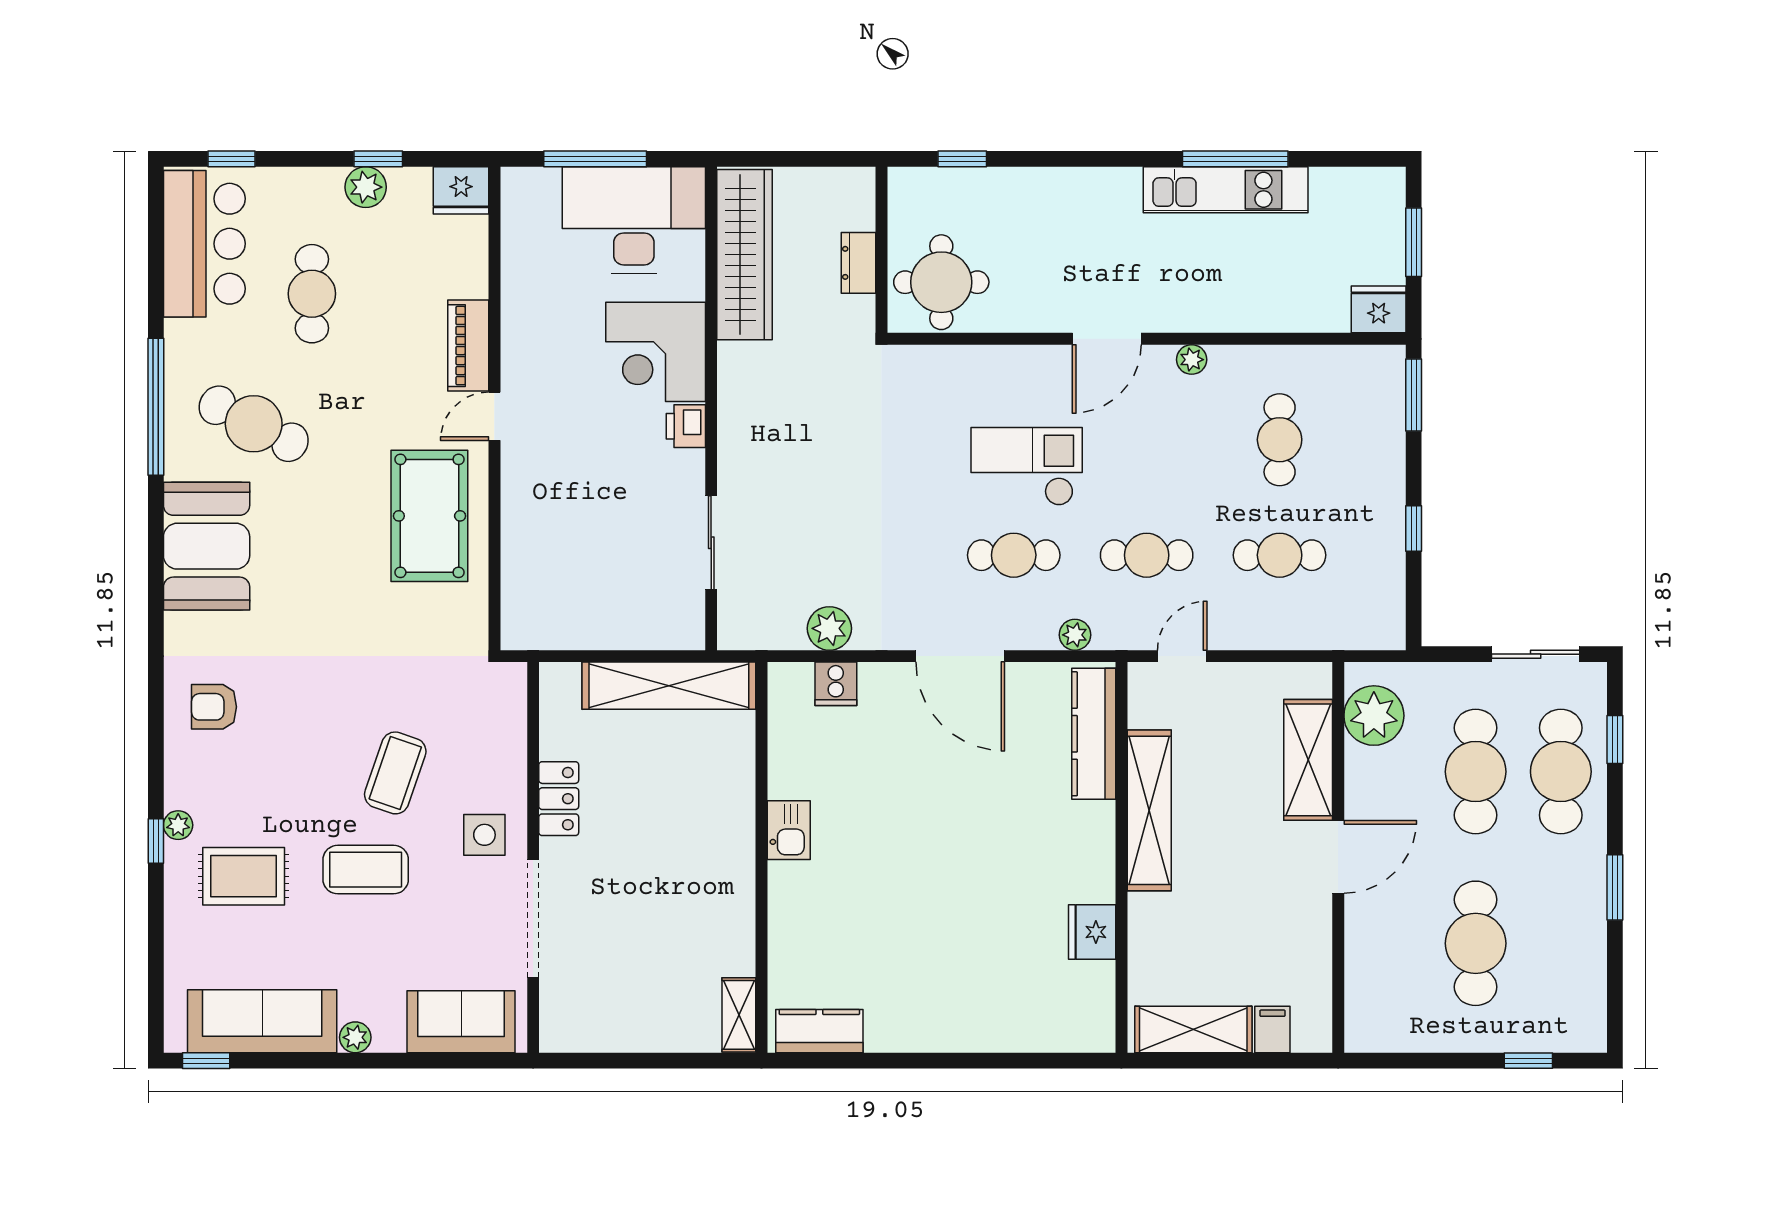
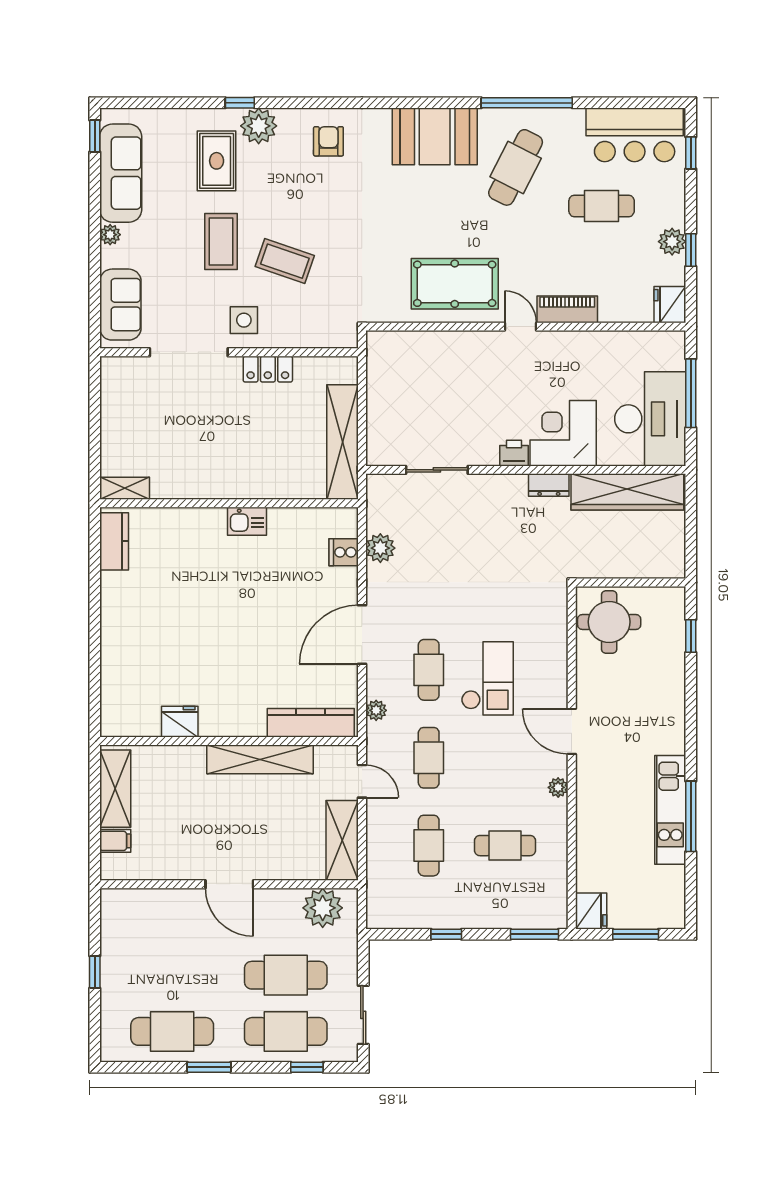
dresser: (859, 263) -> (549, 485), moved, turned 180
shelving: (1308, 760) -> (342, 840), moved, turned 90
plant: (178, 825) -> (259, 126), width x1.87, depth x1.87
cafe table: (1476, 943) -> (172, 1031), moved
window: (1528, 1061) -> (95, 972), moved

